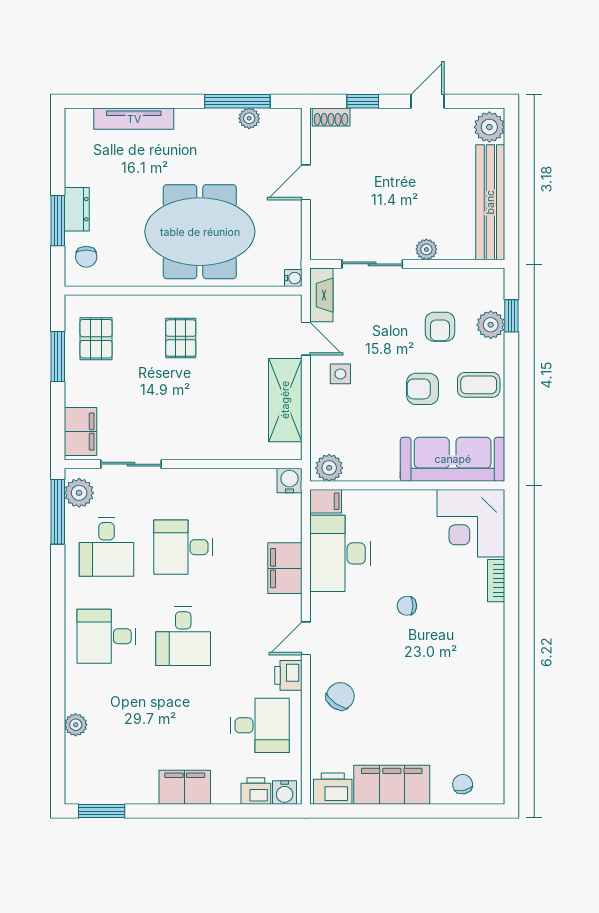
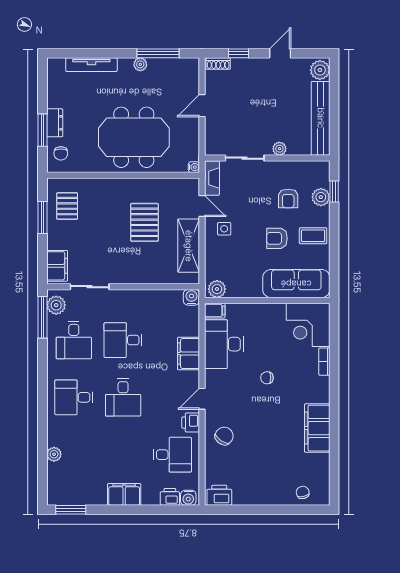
plant: (249, 118) -> (140, 64), moved
pallet: (181, 338) -> (144, 222), moved, width x1.50, depth x1.42
filing cabinet: (392, 785) -> (317, 428), moved, turned -90

